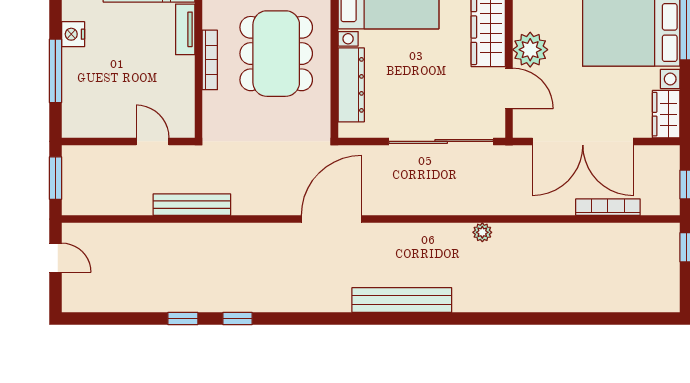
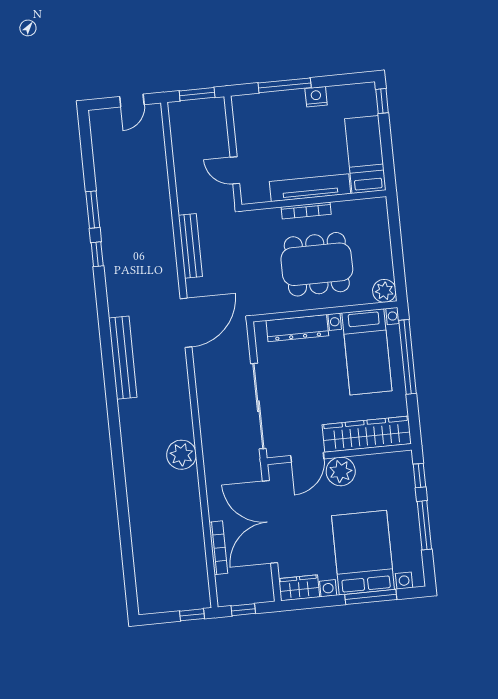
tv unit: (185, 29) -> (310, 188), width x1.92, depth x1.29
door: (153, 141) -> (235, 170), swing flipped
bench: (192, 205) -> (190, 246), moved
door: (331, 219) -> (186, 323), hinge flipped
plant: (482, 232) -> (181, 455), width x1.88, depth x1.88
bench: (402, 300) -> (123, 358), moved
window: (183, 319) -> (93, 210), width x1.50

